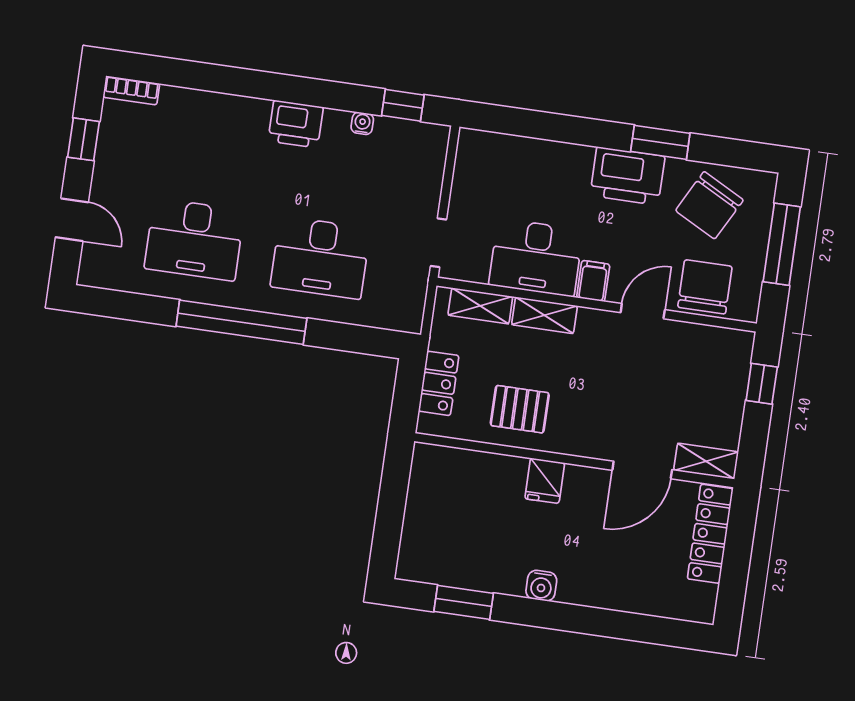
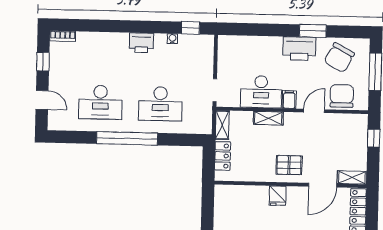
shelving: (480, 306) -> (222, 125), moved, turned 90
pallet: (520, 409) -> (289, 165), moved

